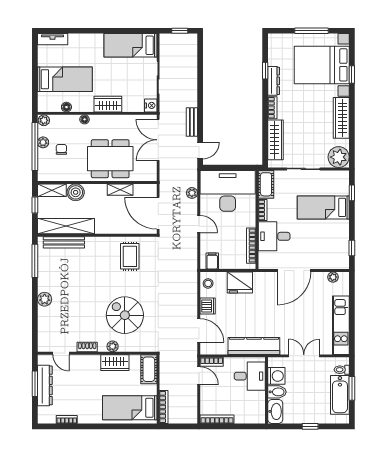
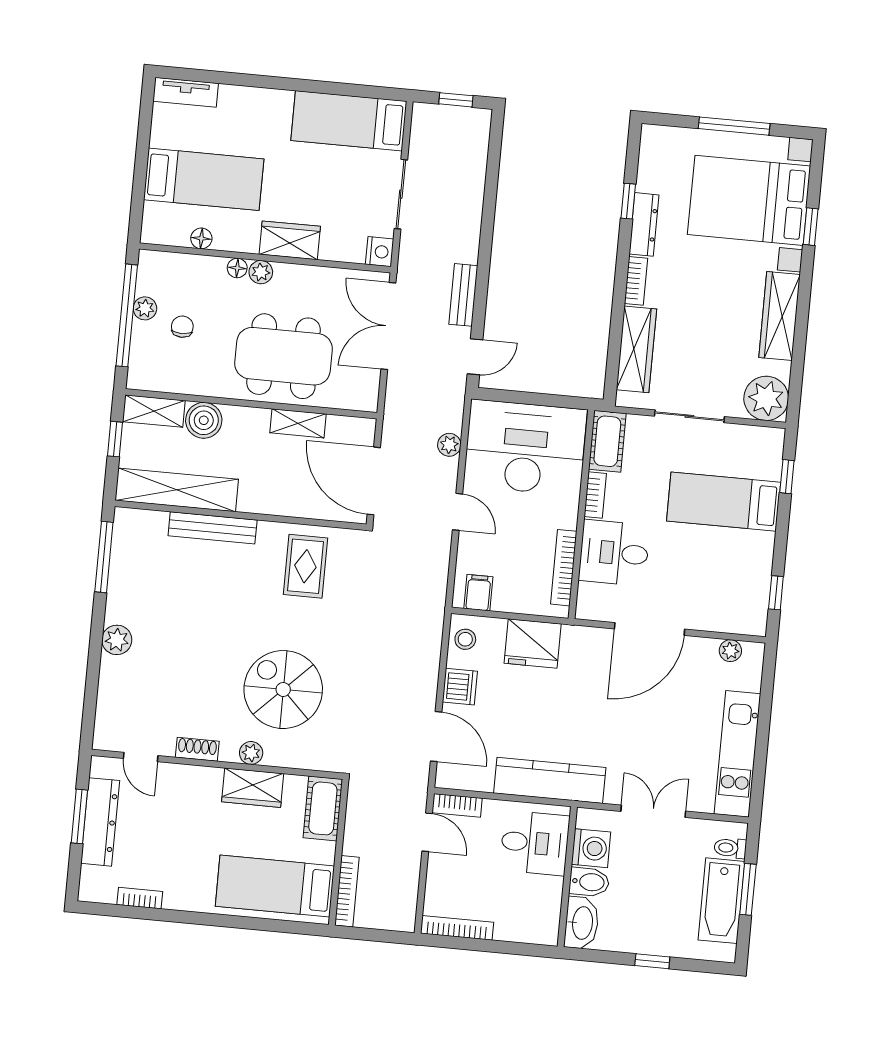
plant: (44, 120) -> (261, 272), moved
bench: (64, 242) -> (213, 528), moved

